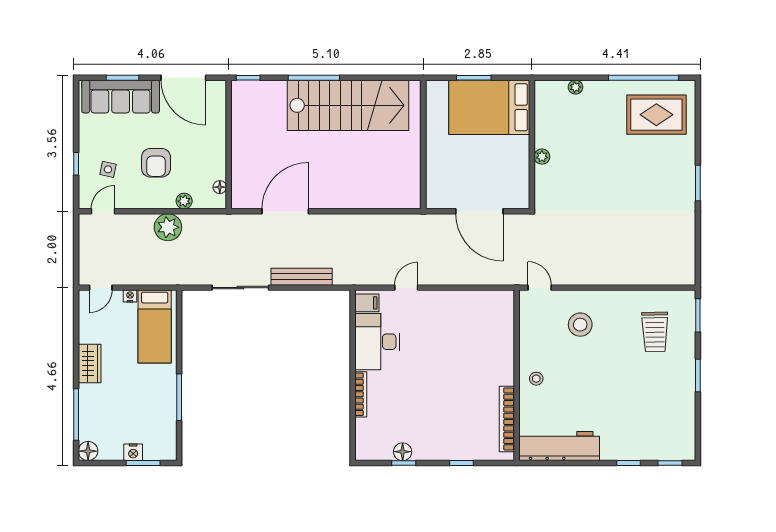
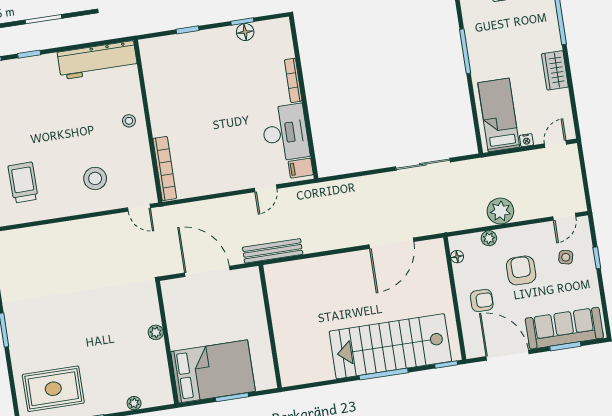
stairs: (348, 105) -> (390, 346), moved
armchair: (201, 138) -> (482, 301), added
bench: (302, 277) -> (273, 251), moved
bookcase: (507, 419) -> (165, 168), moved

